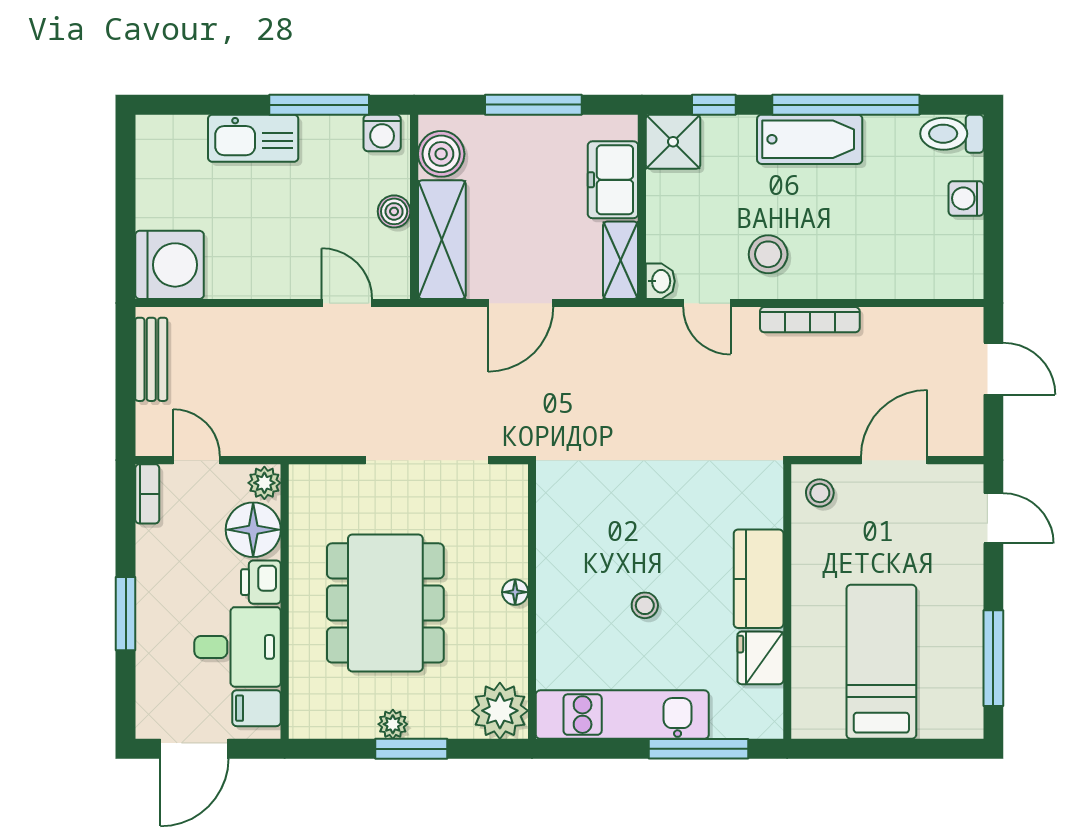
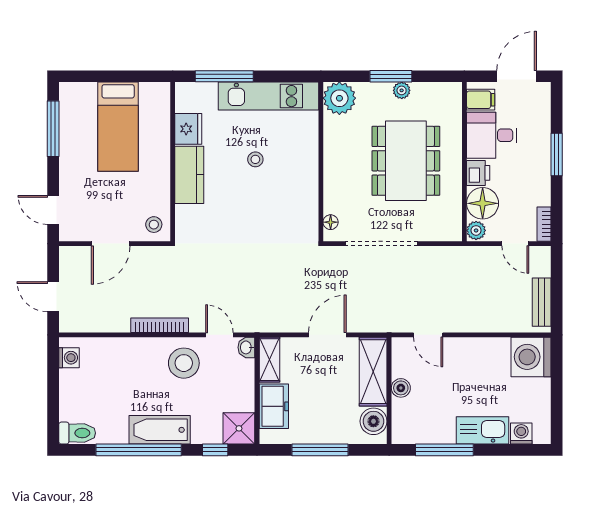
washing machine: (382, 133) -> (521, 433), moved
washing machine: (966, 198) -> (69, 358), moved
stool: (768, 254) -> (184, 363), width x1.38, depth x1.38
floor lamp: (515, 592) -> (331, 222), moved

